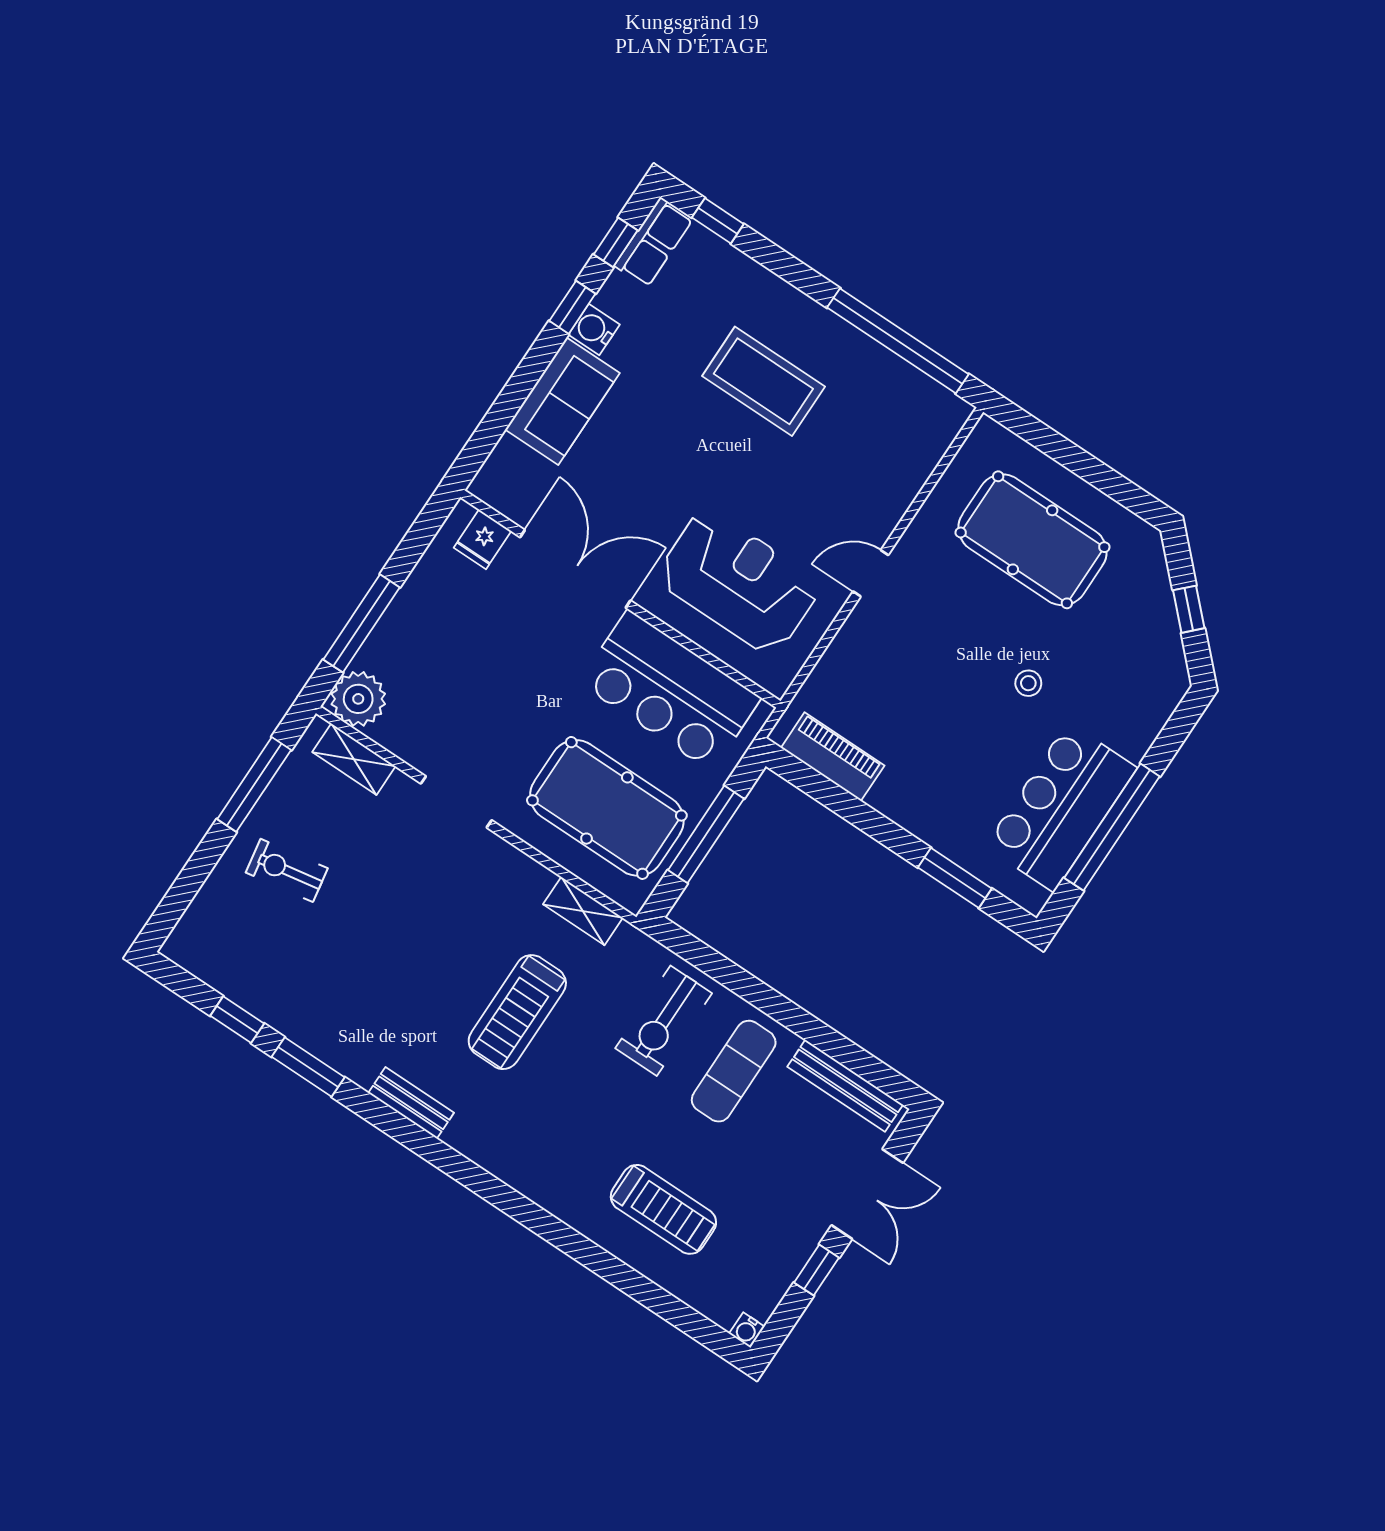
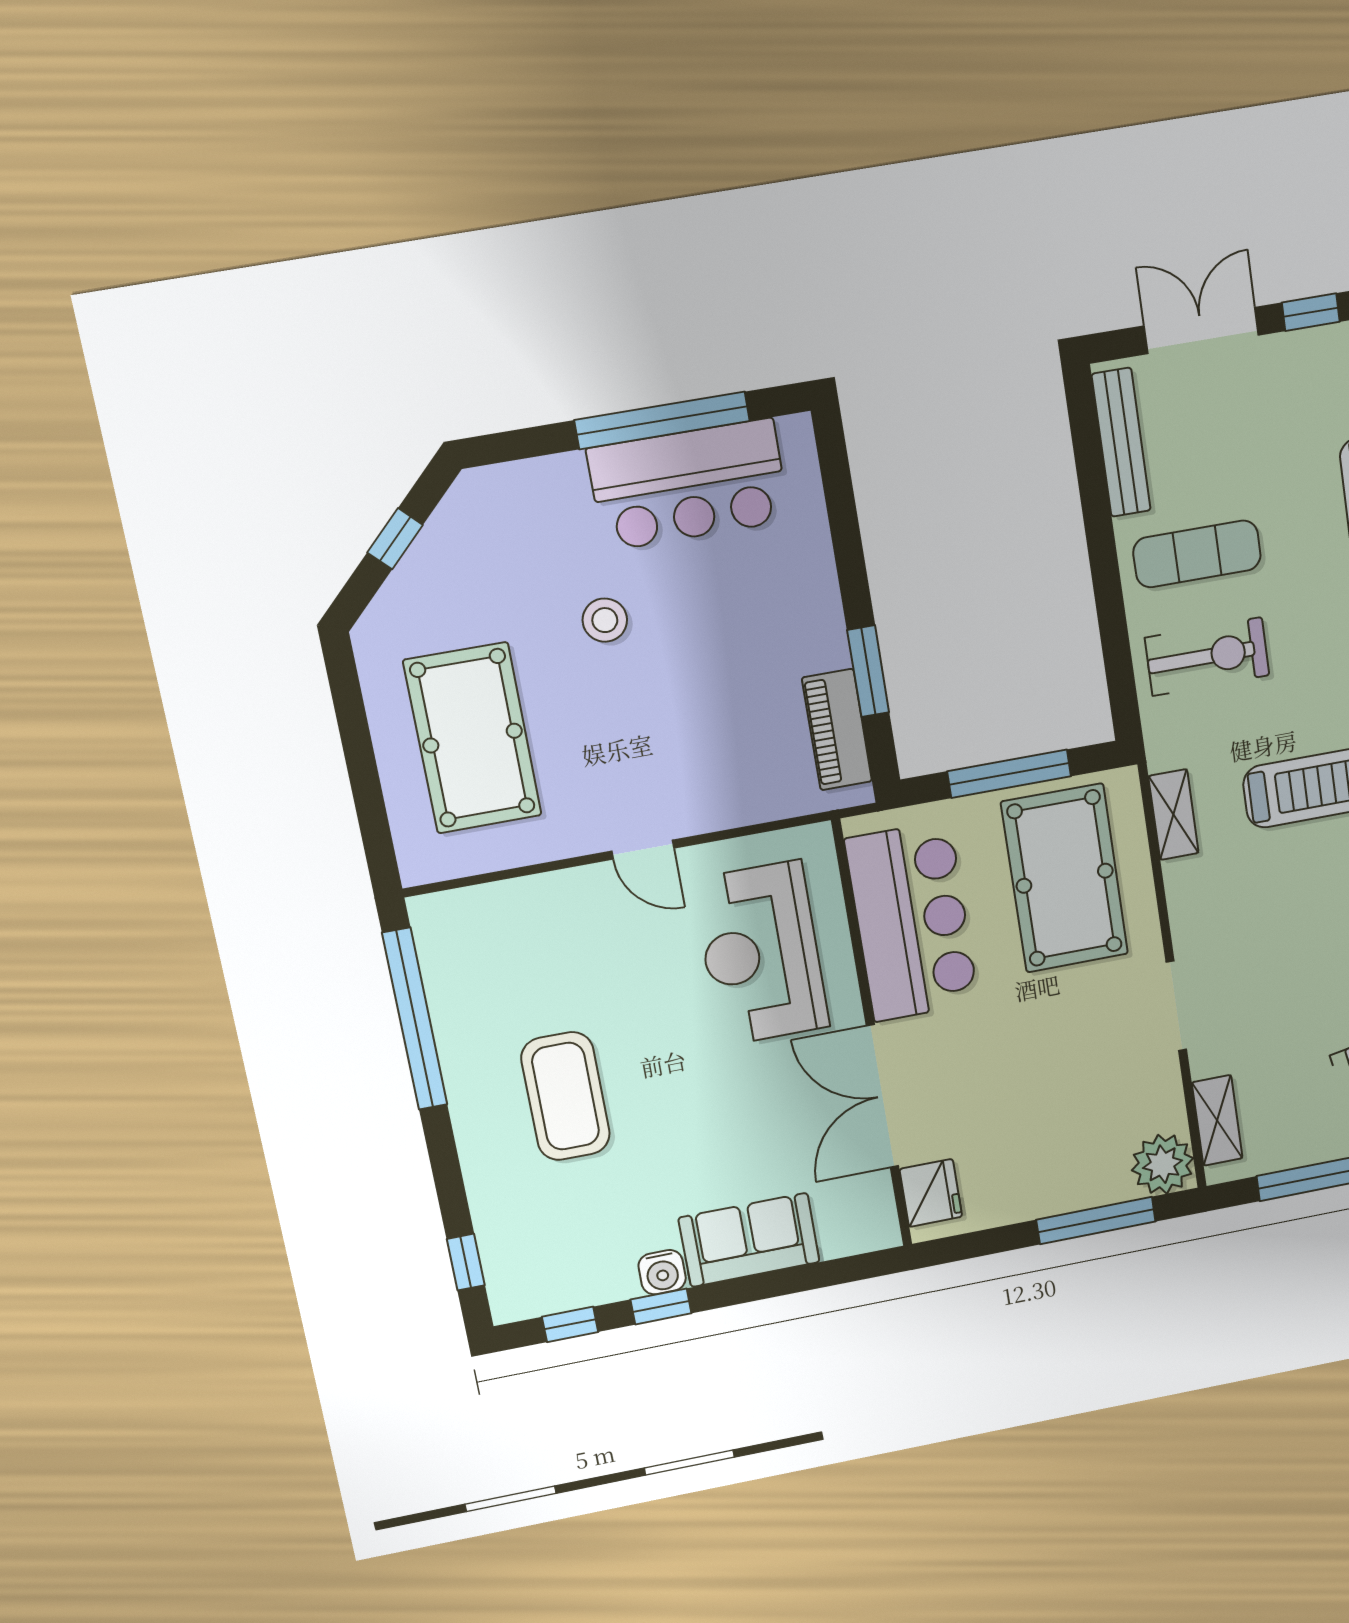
row of seats: (654, 242) -> (538, 1295), removed
fridge: (483, 539) -> (931, 1193), width x1.38
stool: (1028, 683) -> (605, 620), width x1.37, depth x1.37
window: (955, 878) -> (868, 671), moved

